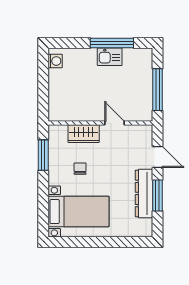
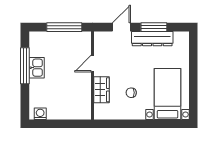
window: (43, 155) -> (120, 124), removed

